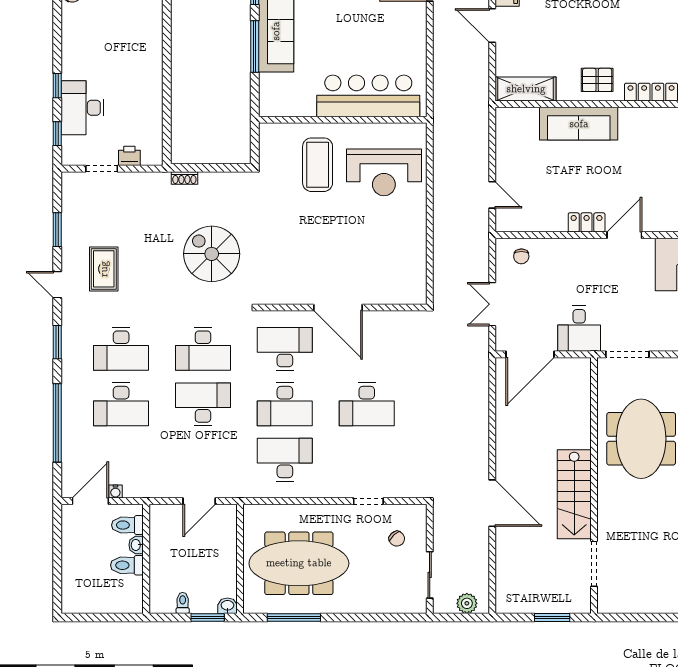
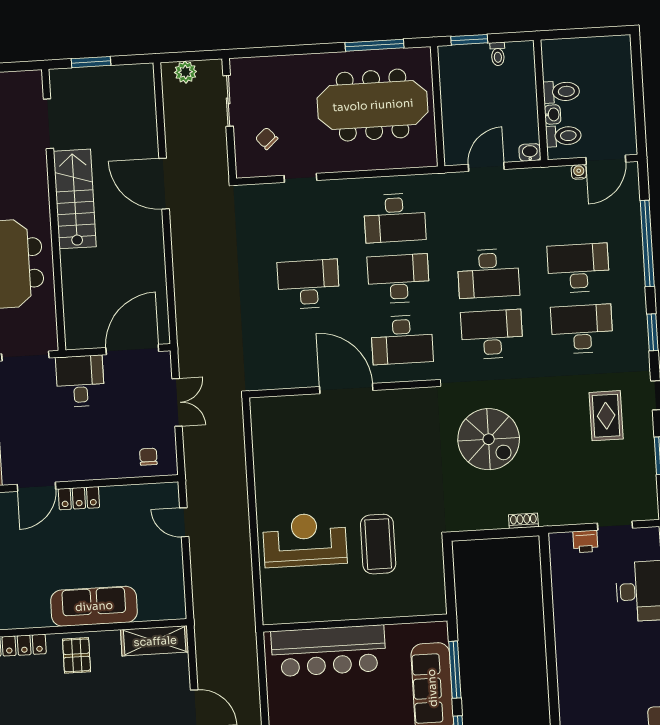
pallet: (597, 80) -> (77, 655), turned 90
bar counter: (368, 96) -> (328, 651), moved
wall: (343, 120) -> (355, 623), moved
washbasin: (227, 606) -> (530, 152), moved, turned 180

